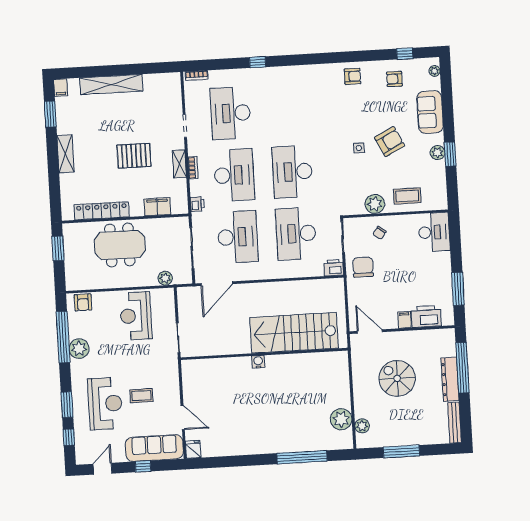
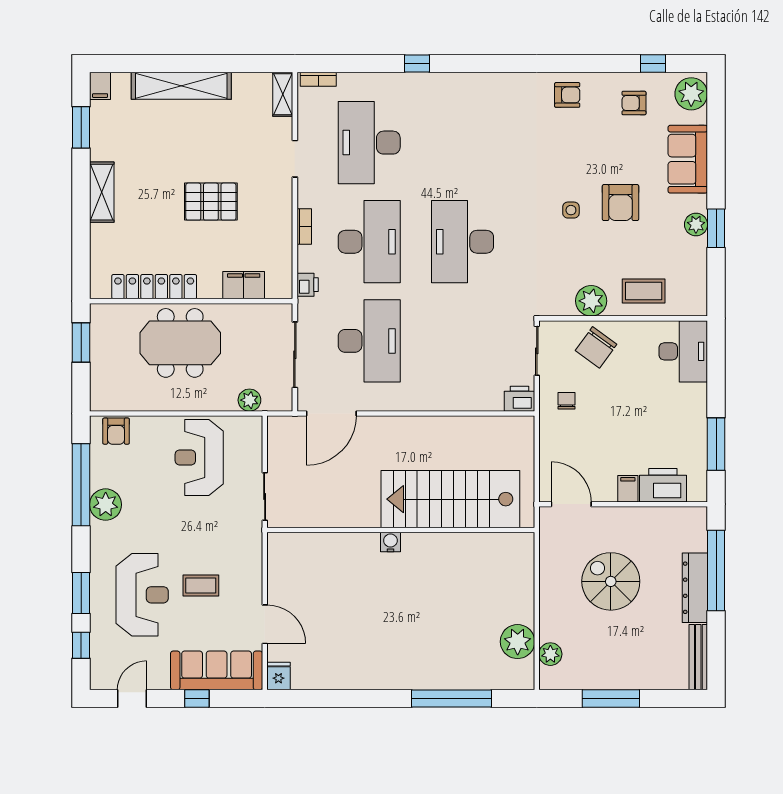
plant: (435, 71) -> (691, 94), width x1.87, depth x1.87
armchair: (390, 142) -> (620, 203), turned 117
shelving: (179, 164) -> (283, 94), moved
chair: (380, 233) -> (596, 347), width x1.87, depth x1.87
desk: (296, 234) -> (463, 341), removed
chair: (363, 267) -> (567, 401), width x0.54, depth x0.54

